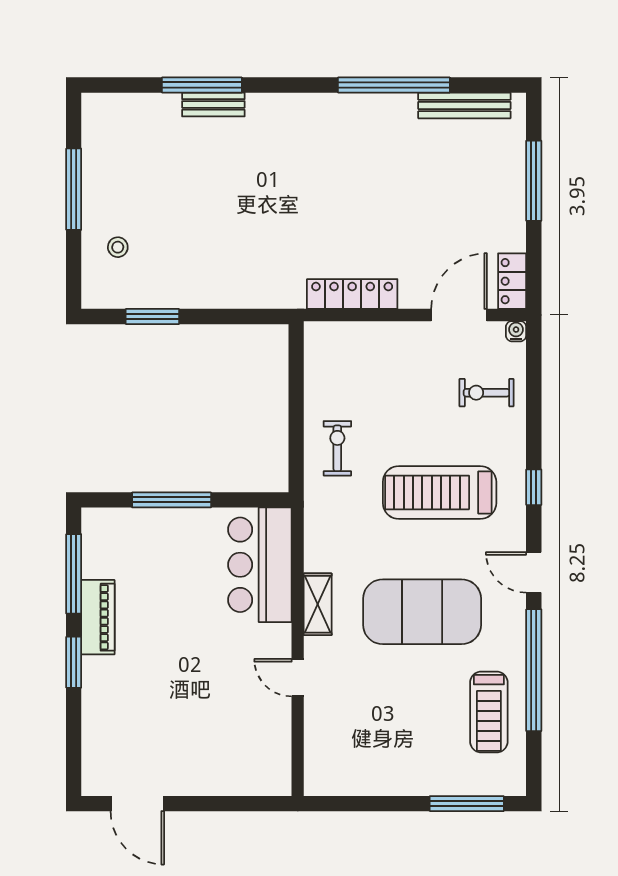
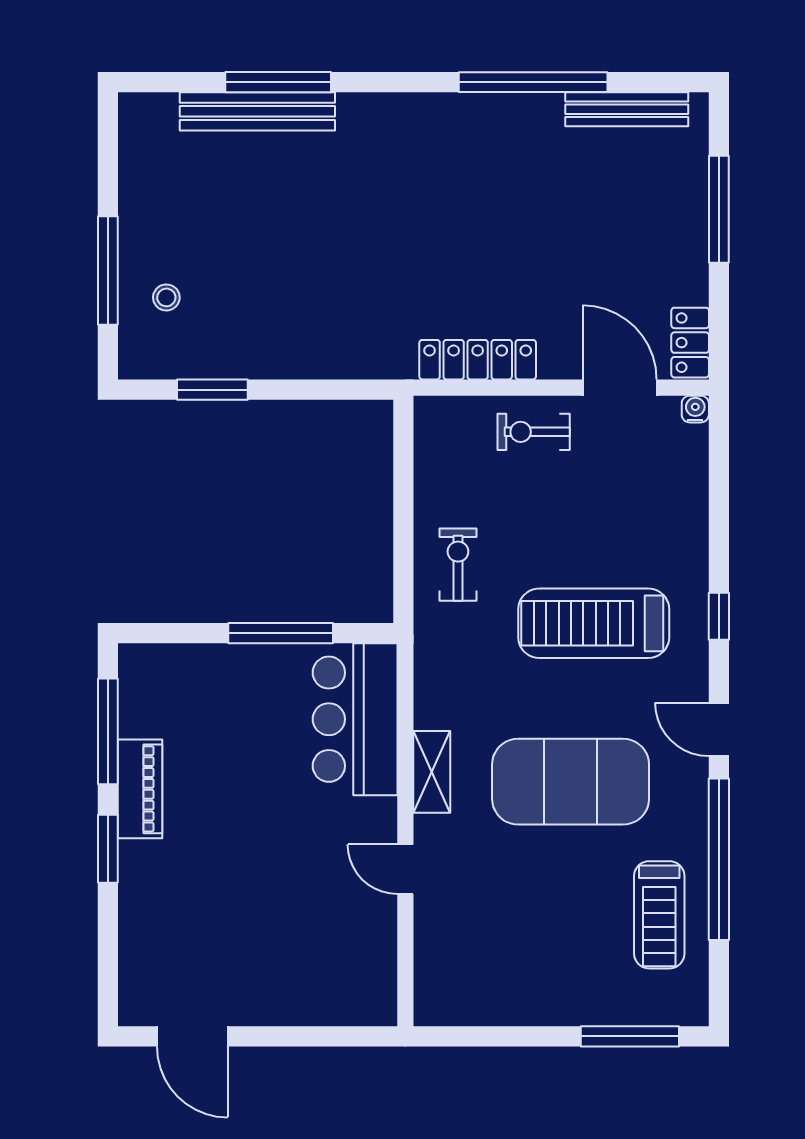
bench: (213, 104) -> (257, 111), width x1.86, depth x1.21
window: (74, 189) -> (108, 270), moved
door: (459, 315) -> (620, 388), hinge flipped
exercise bike: (486, 393) -> (534, 432), moved
window: (172, 500) -> (281, 633), moved

